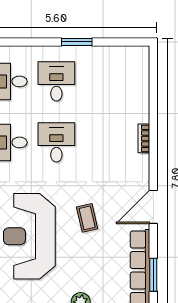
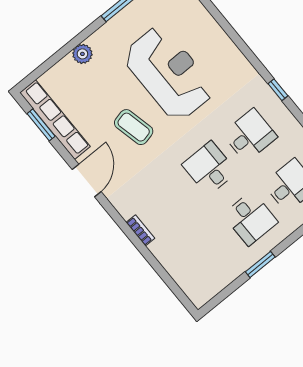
desk: (56, 142) -> (209, 168), turned 180
coffee table: (87, 218) -> (134, 127), width x1.36, depth x1.30

